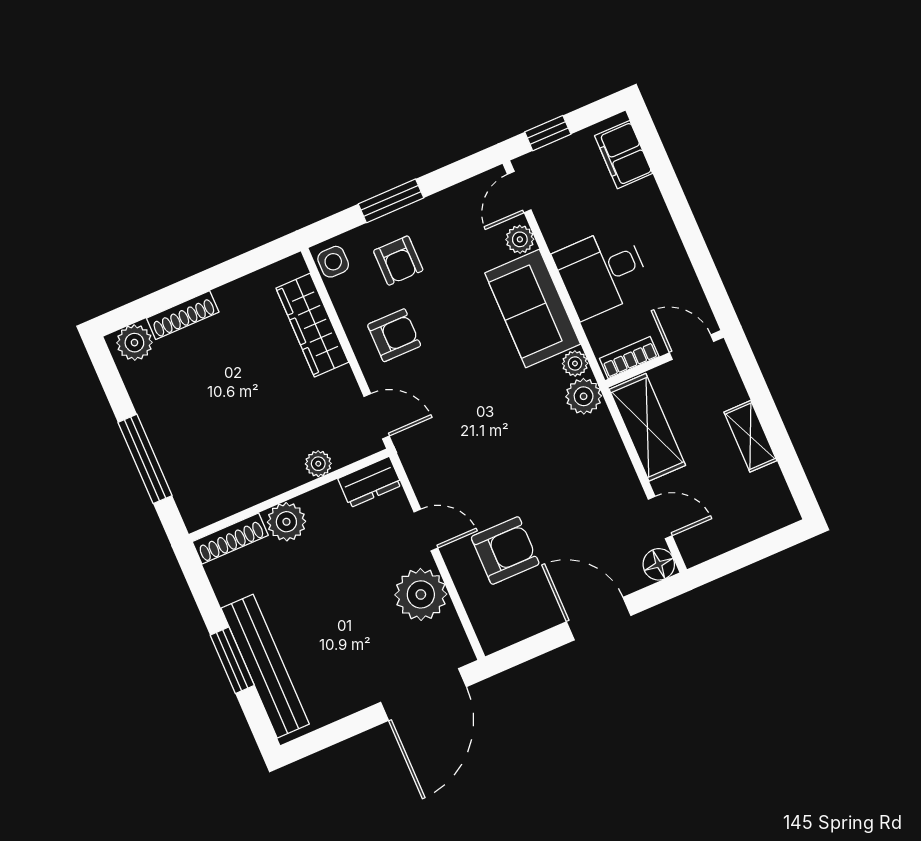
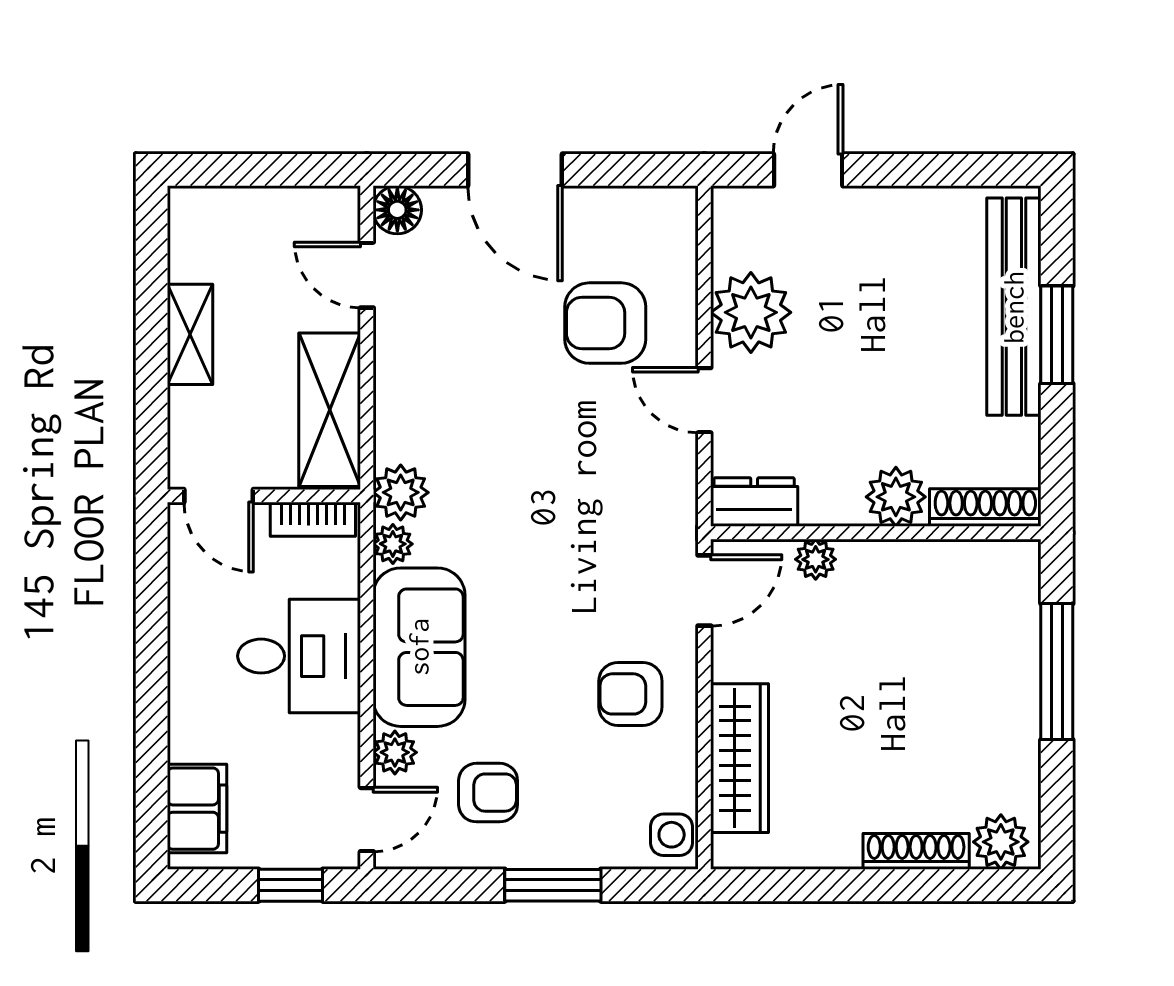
armchair: (398, 261) -> (488, 793), moved, turned 90
door: (377, 416) -> (704, 590), swing flipped
door: (423, 694) -> (808, 170), width x0.53

